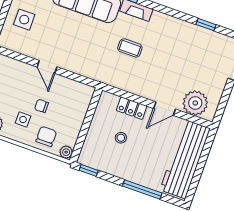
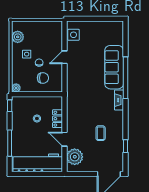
side table: (24, 20) -> (73, 35), moved
coffee table: (130, 48) -> (101, 133), moved
chair: (46, 136) -> (43, 78), moved

